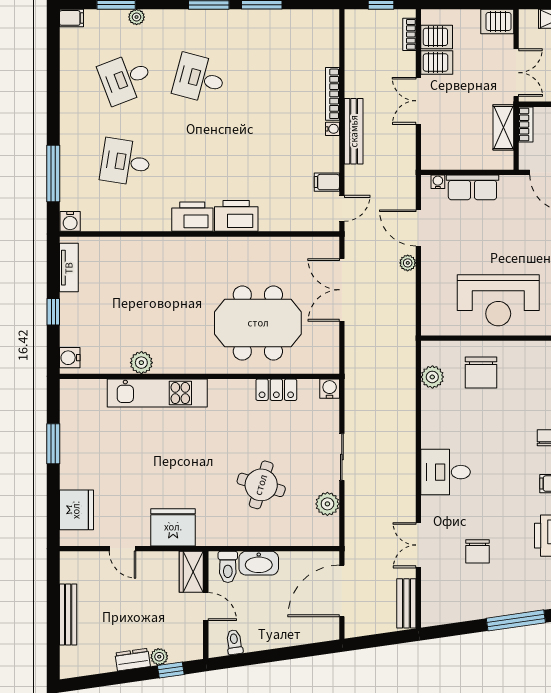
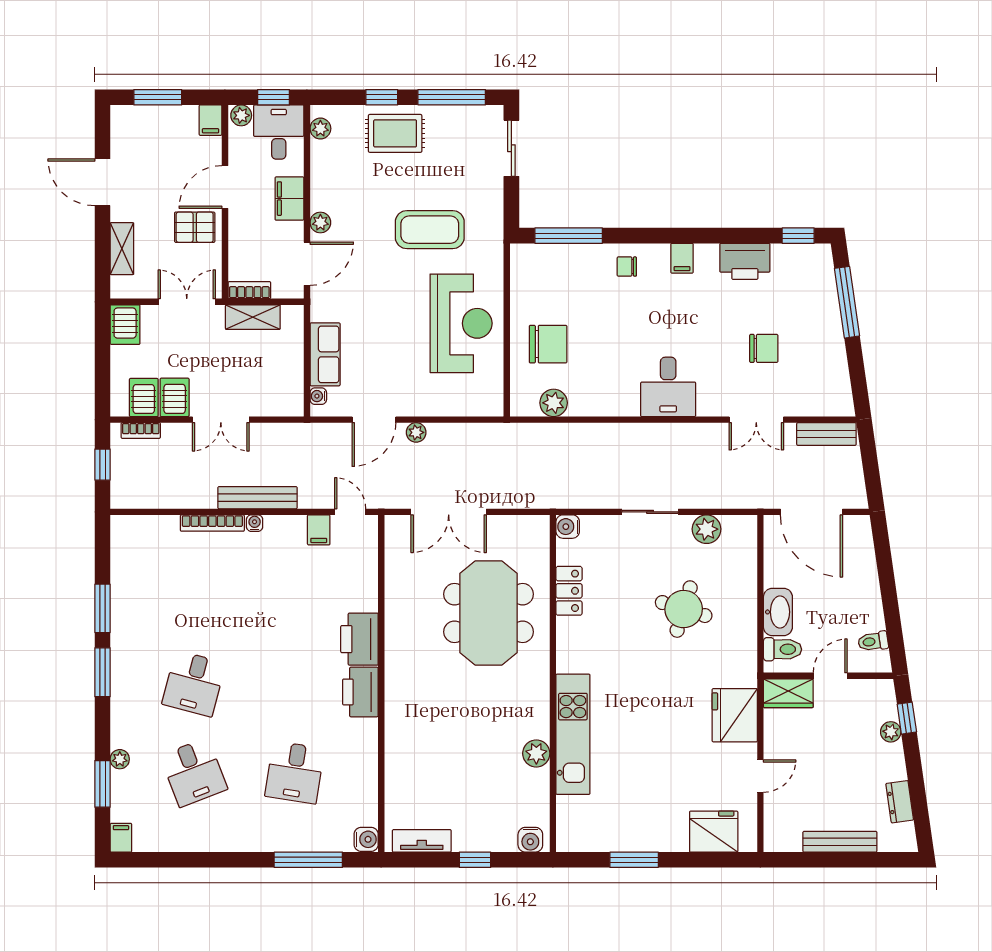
dresser: (133, 660) -> (900, 802), moved

